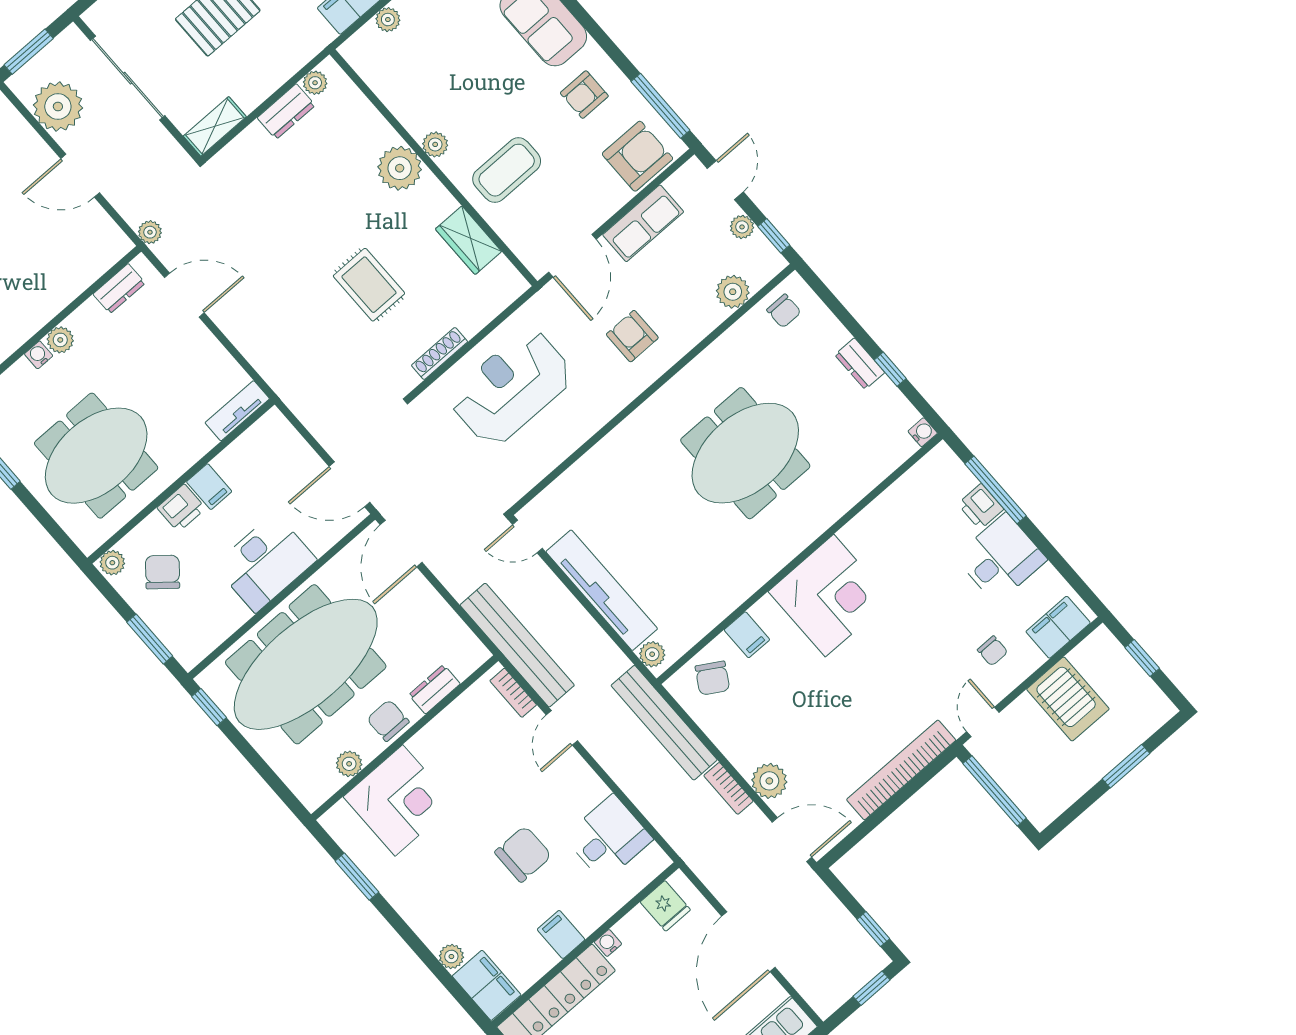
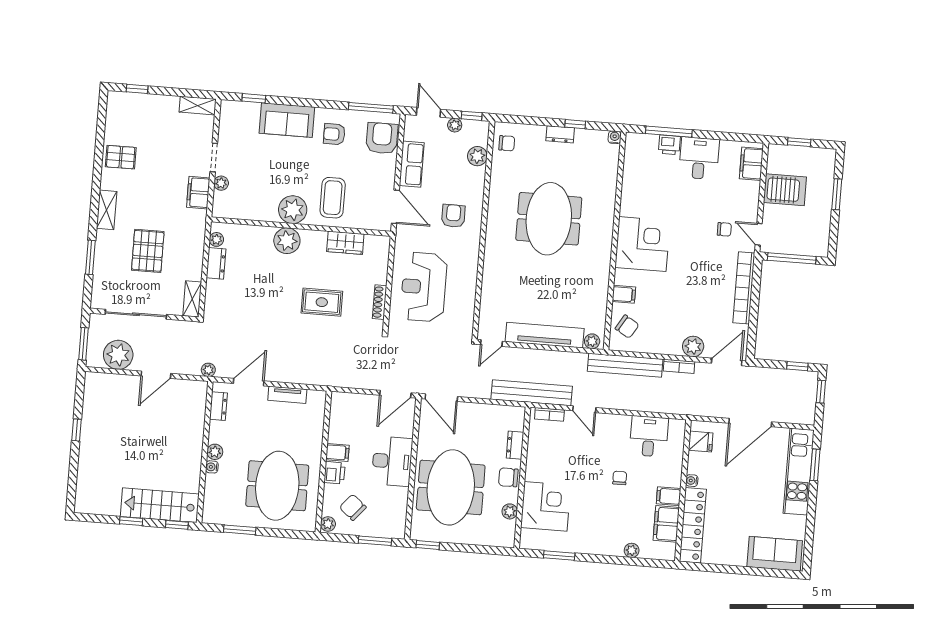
armchair: (584, 95) -> (334, 134), turned 90
plant: (435, 144) -> (293, 210), width x1.87, depth x1.87
armchair: (632, 336) -> (453, 216), turned 90
tv unit: (237, 411) -> (287, 395), moved, turned -90
chair: (993, 651) -> (724, 229), moved
meeting table: (306, 664) -> (451, 487), width x0.73
chair: (523, 854) -> (620, 478), width x0.54, depth x0.54
door: (748, 942) -> (750, 423), hinge flipped
filing cabinet: (487, 985) -> (666, 524), moved, turned -90

